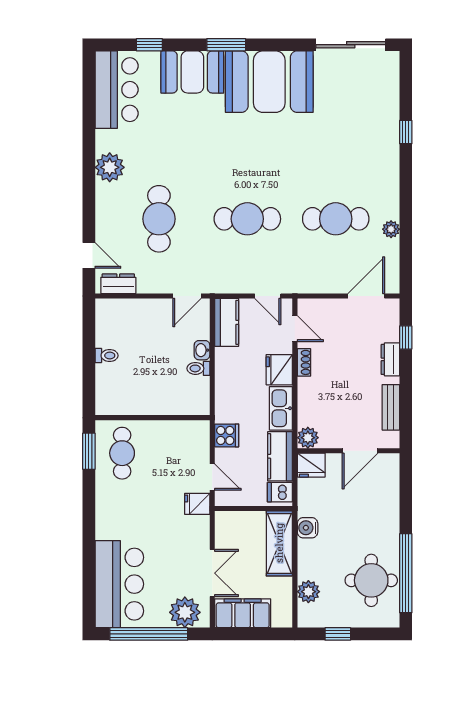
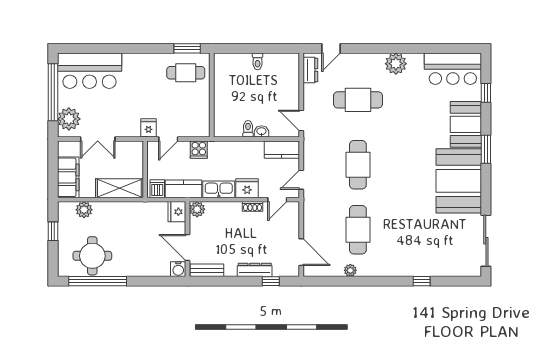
dresser: (390, 359) -> (255, 270), width x1.44
bench: (391, 407) -> (207, 270), moved
water cooler: (308, 528) -> (178, 269), moved, turned 180
filing cabinet: (243, 613) -> (68, 177), moved

